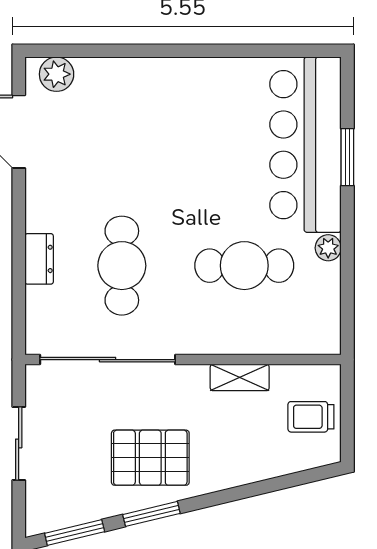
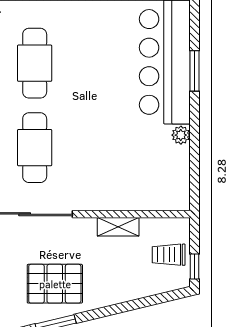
cafe table: (244, 266) -> (35, 63), moved, turned 90
window: (347, 433) -> (194, 267), added

